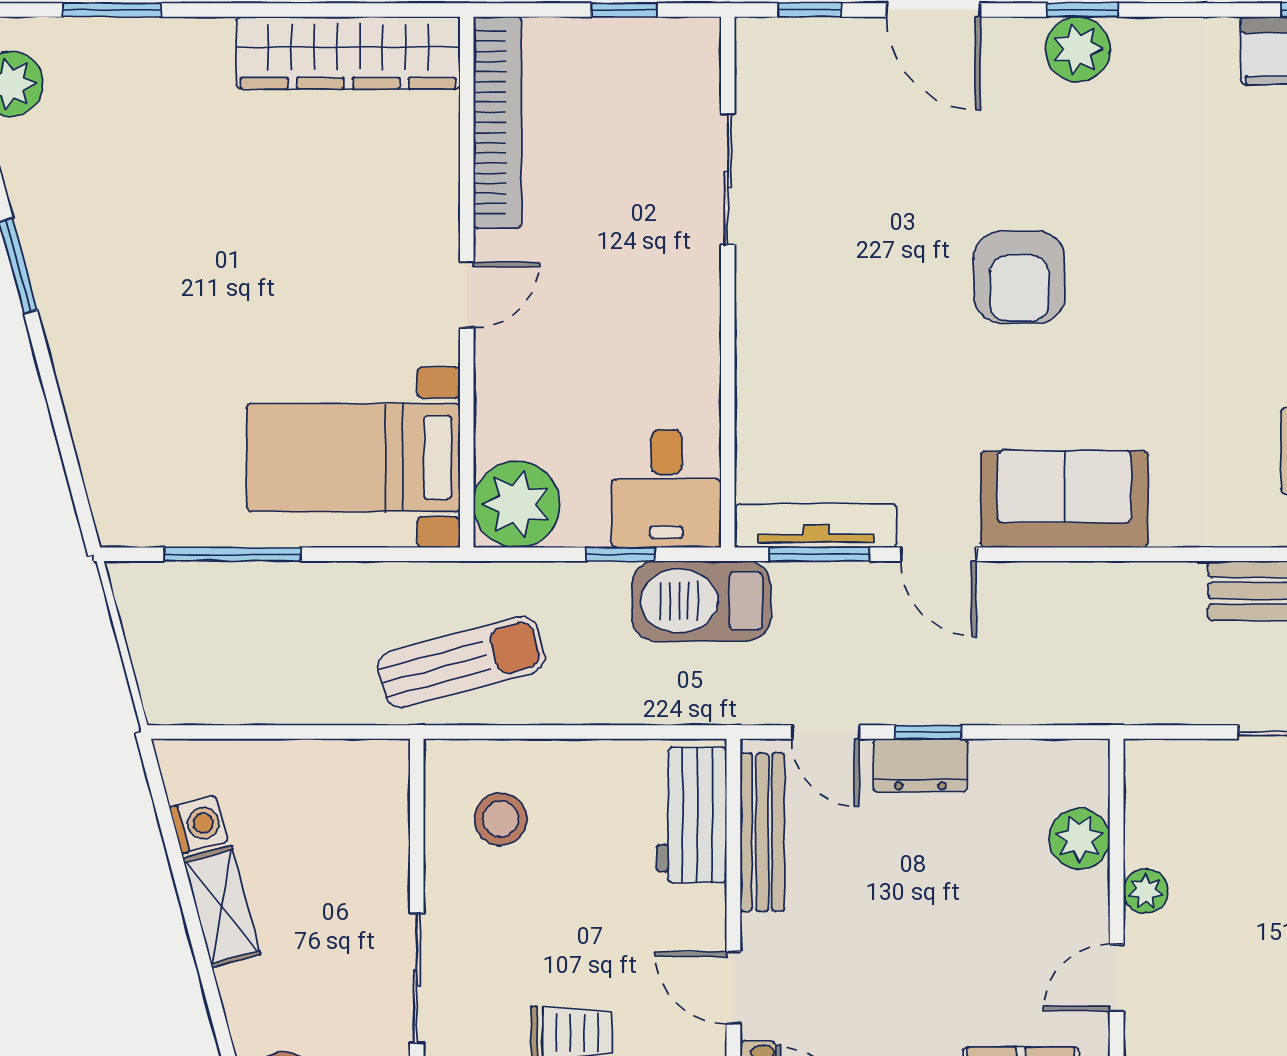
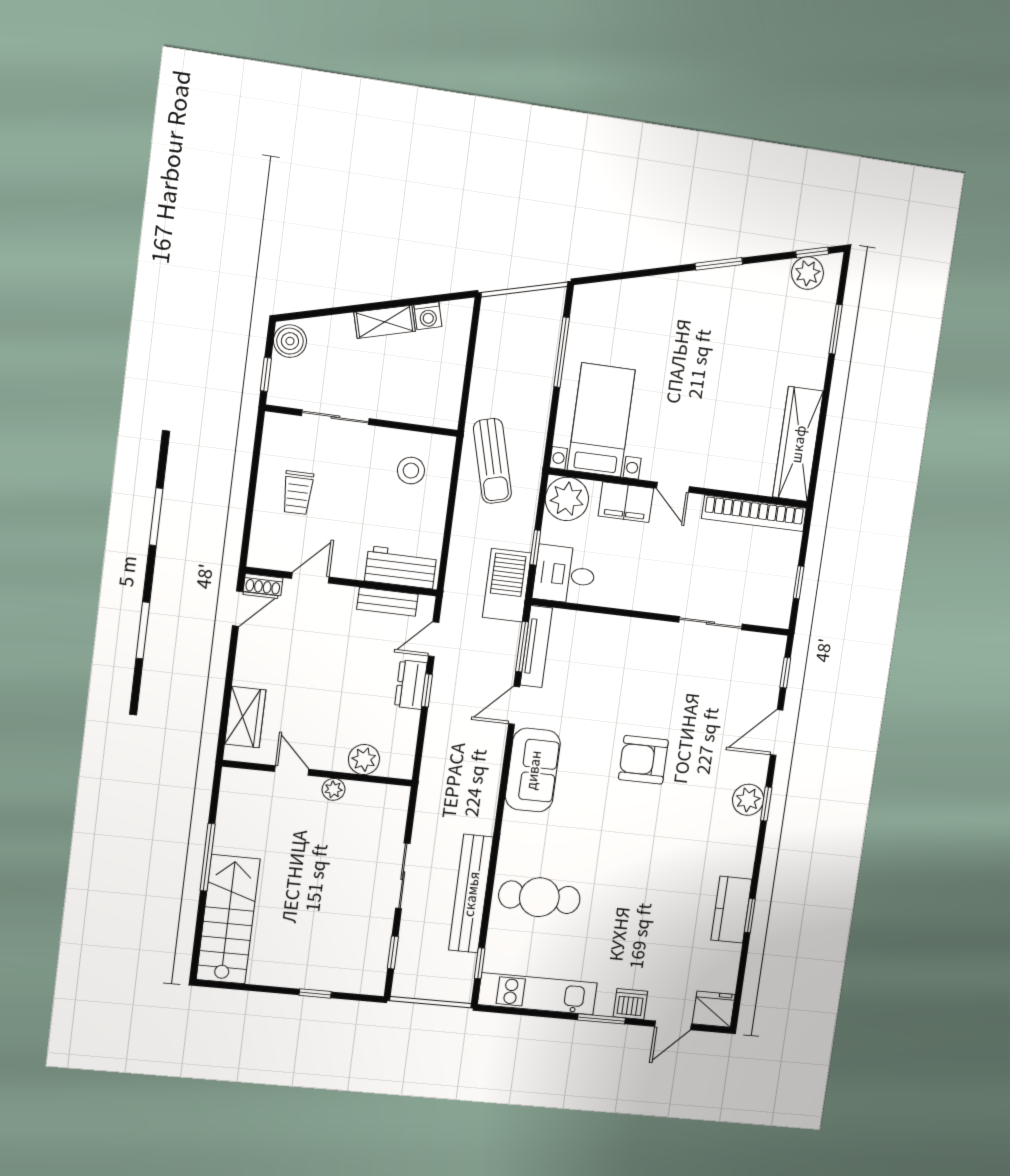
filing cabinet: (508, 386) -> (626, 502), added
bench: (762, 832) -> (387, 602), width x0.73

